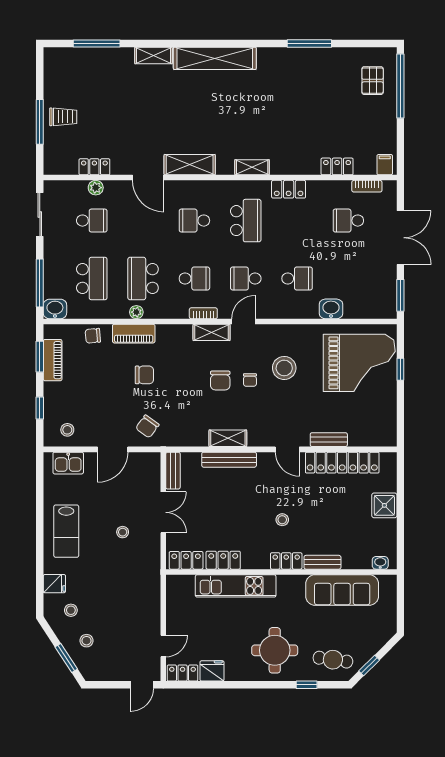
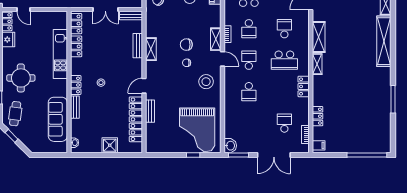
pallet: (373, 81) -> (370, 138), removed
shelving: (190, 165) -> (319, 37), moved
washbasin: (331, 309) -> (230, 146), moved
stool: (284, 368) -> (206, 82), moved
bench: (229, 460) -> (138, 46), width x0.73

